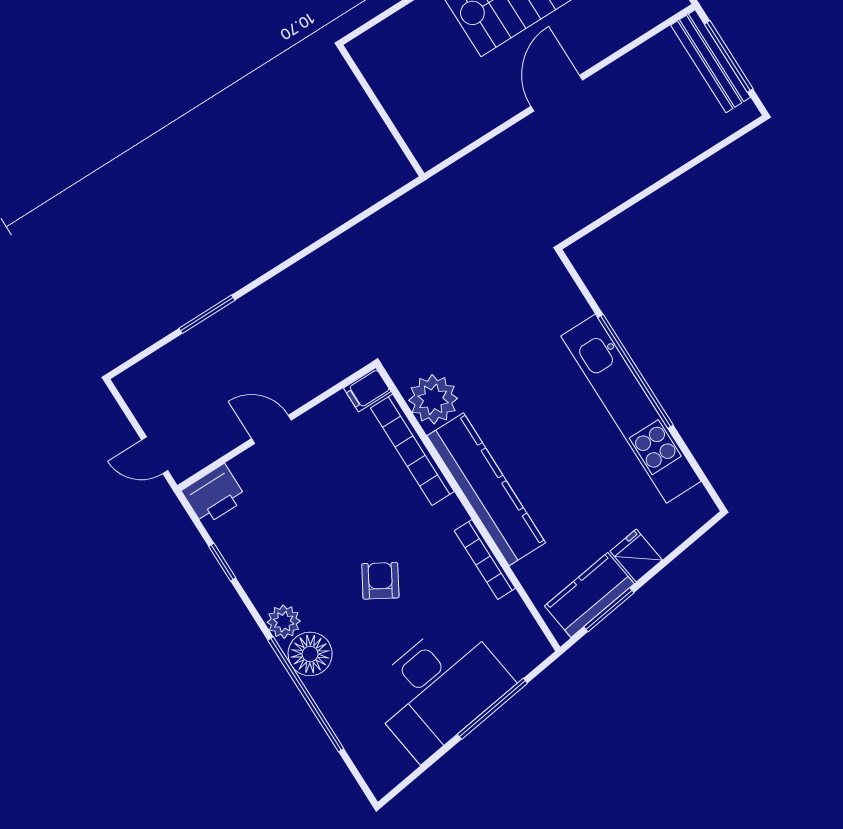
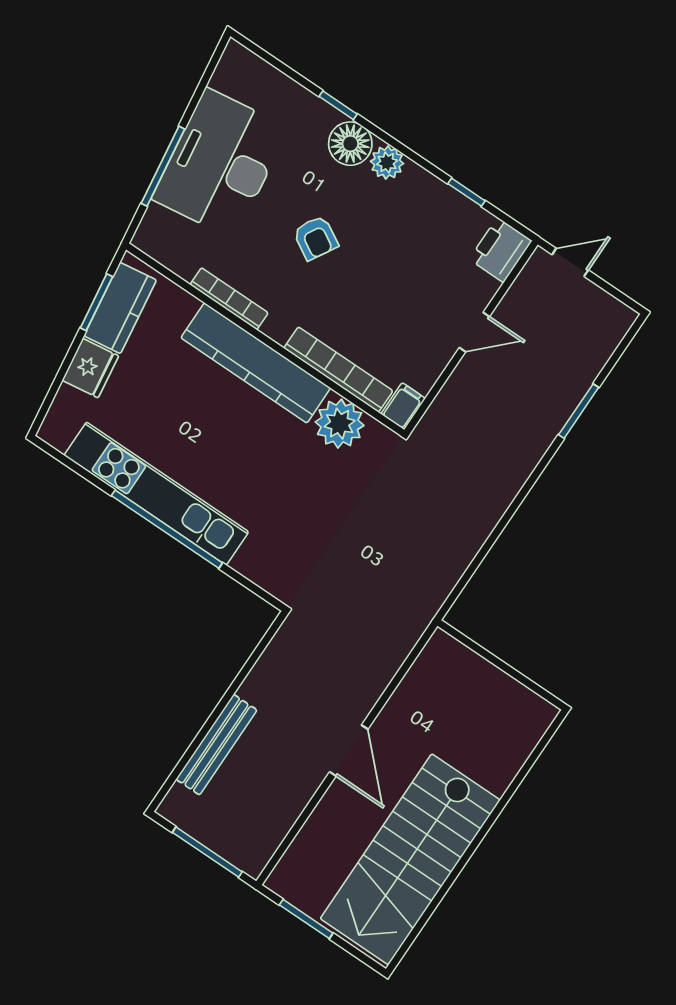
bench: (711, 61) -> (216, 745), moved, turned 90
fridge: (636, 556) -> (90, 368), width x1.38
window: (306, 694) -> (338, 105), width x0.32

